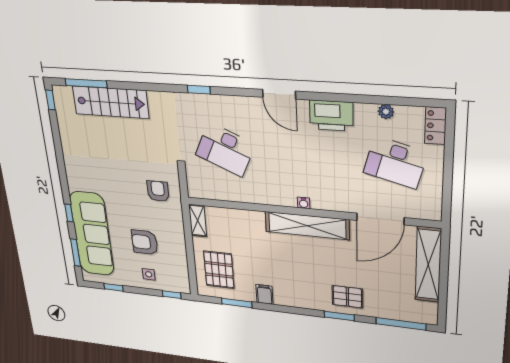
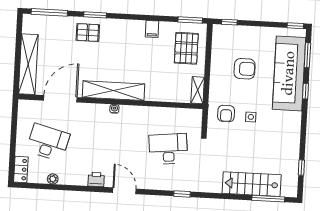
window: (50, 100) -> (301, 168), moved
printer: (331, 116) -> (96, 179), width x0.53, depth x0.68
desk: (225, 150) -> (168, 149), turned -30
side table: (149, 274) -> (251, 117), moved
window: (113, 287) -> (295, 26), moved
window: (237, 303) -> (190, 20), moved

